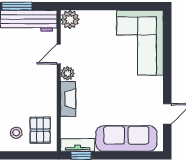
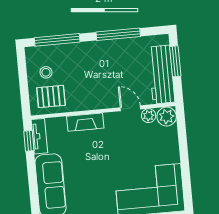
plant: (68, 73) -> (149, 116), moved

